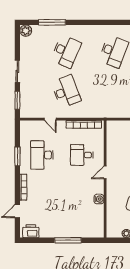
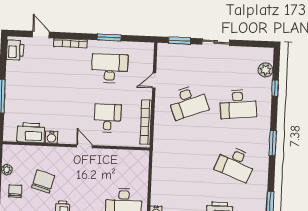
window: (52, 22) -> (275, 88), width x0.46
window: (96, 22) -> (273, 143), added
plant: (26, 31) -> (265, 70), moved
desk: (66, 51) -> (238, 104), turned -30
printer: (96, 216) -> (31, 133), added

